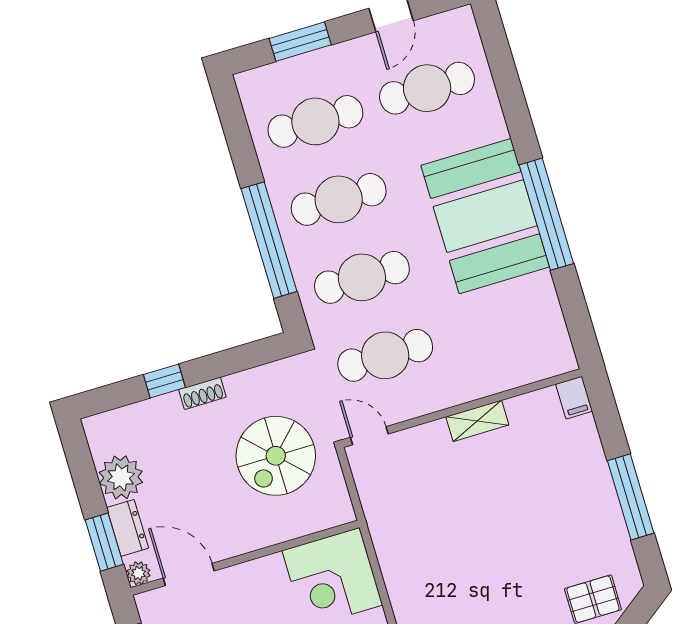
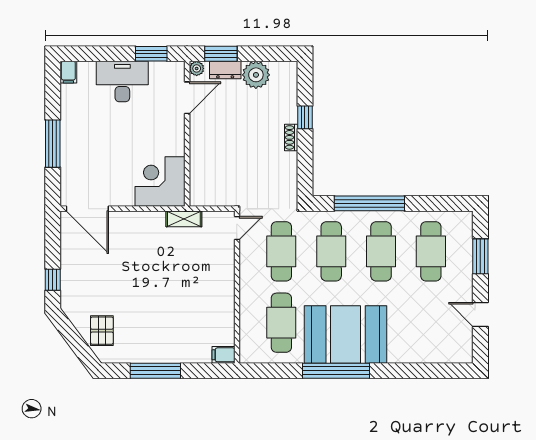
cafe table: (427, 88) -> (281, 323), moved
shelving: (477, 421) -> (184, 219), moved, turned 90
spiral stairs: (276, 456) -> (242, 170), removed

